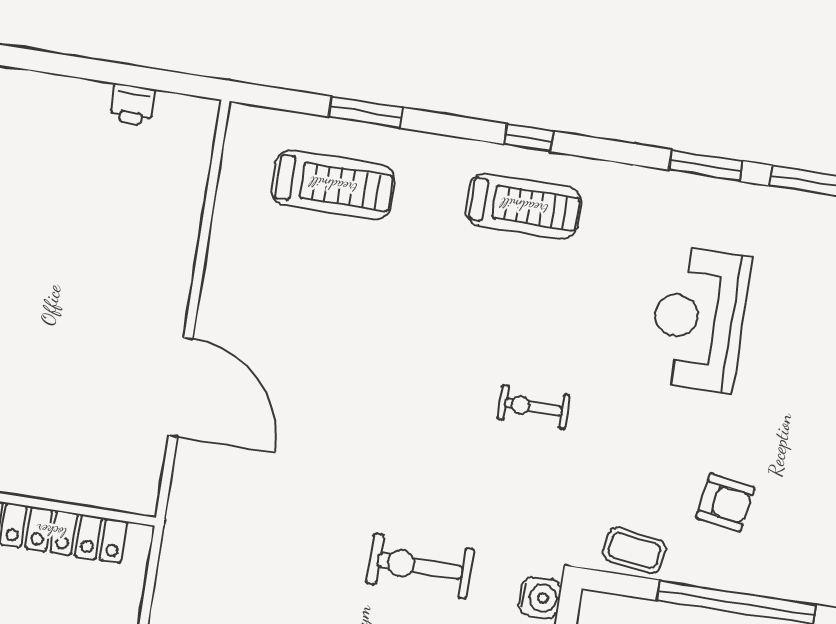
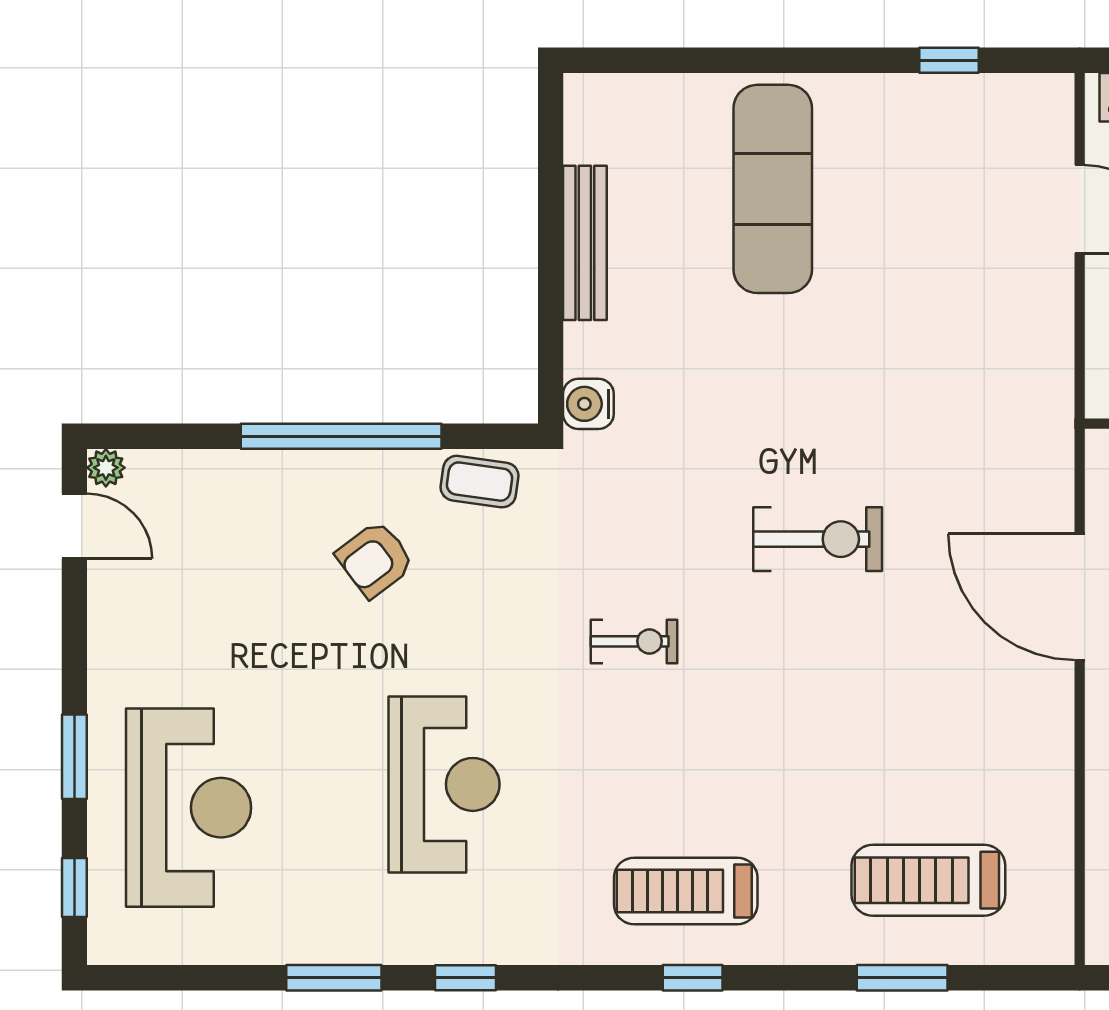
window: (706, 165) -> (466, 978), width x0.67
armchair: (725, 503) -> (375, 559), turned -46
exercise bike: (420, 566) -> (818, 539), moved

